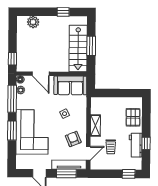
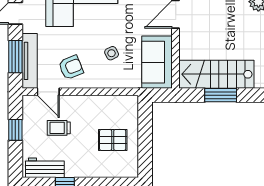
pallet: (133, 117) -> (113, 140), moved
shelving: (95, 126) -> (93, 103), removed
workbench: (136, 145) -> (45, 168), moved
window: (129, 174) -> (15, 130), moved

